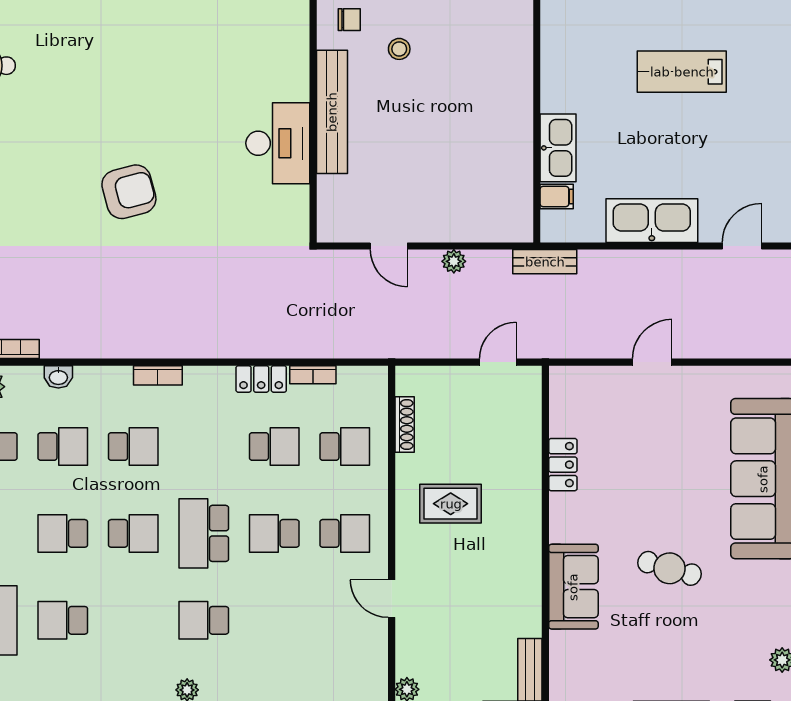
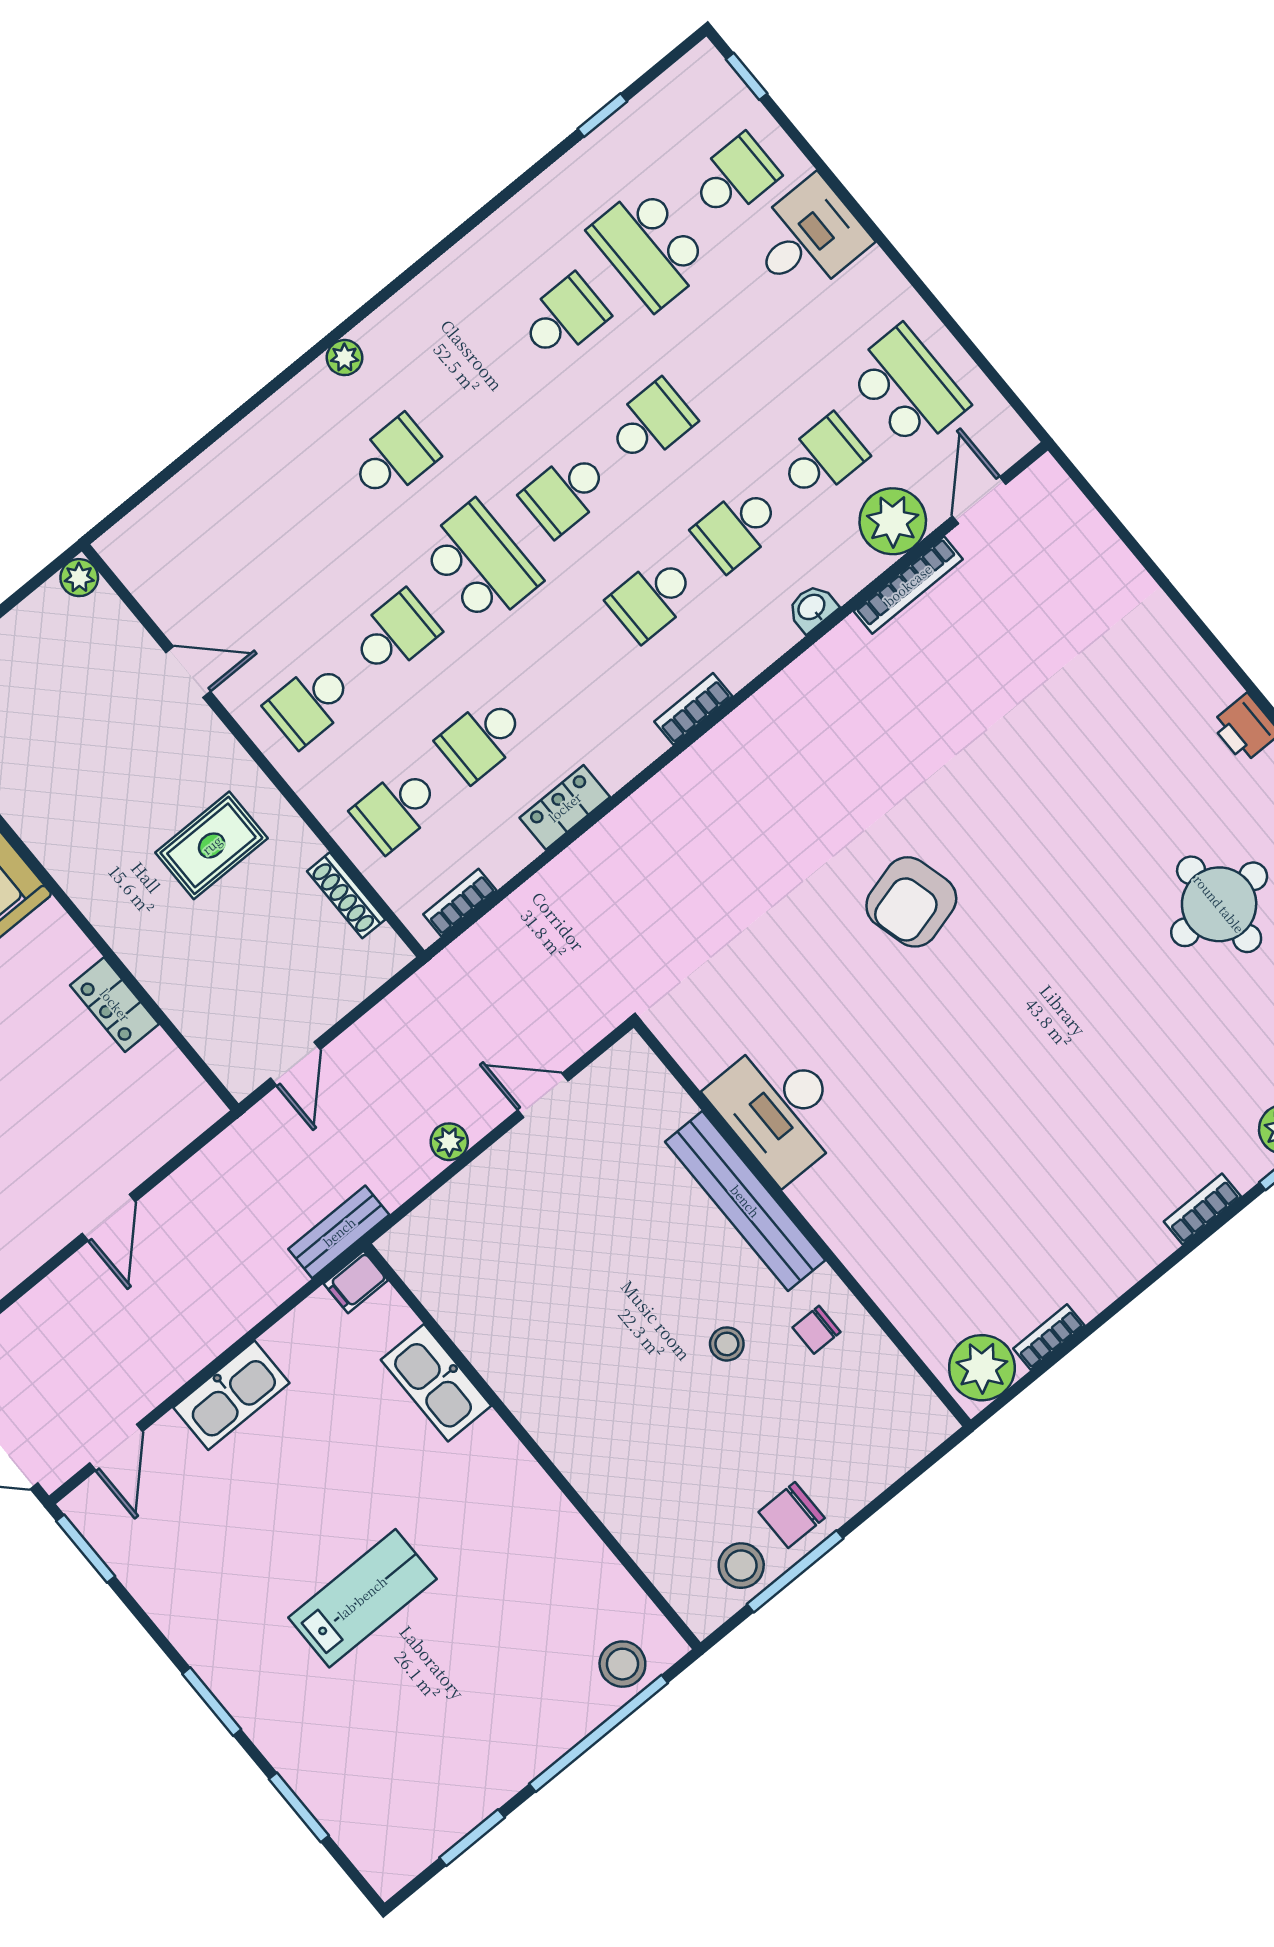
filing cabinet: (557, 196) -> (356, 1282), moved
kitchen sink: (652, 221) -> (231, 1395), width x0.73, depth x0.81
bookcase: (313, 375) -> (460, 902), moved

